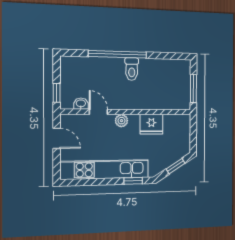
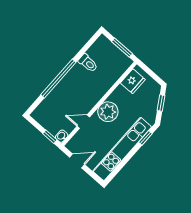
toilet: (132, 69) -> (88, 63), moved
washbasin: (81, 104) -> (62, 136), moved
plant: (121, 121) -> (108, 112), width x1.88, depth x1.88
fridge: (151, 124) -> (133, 81), moved

